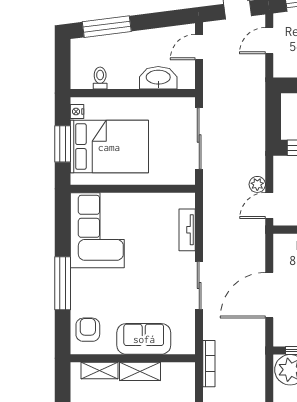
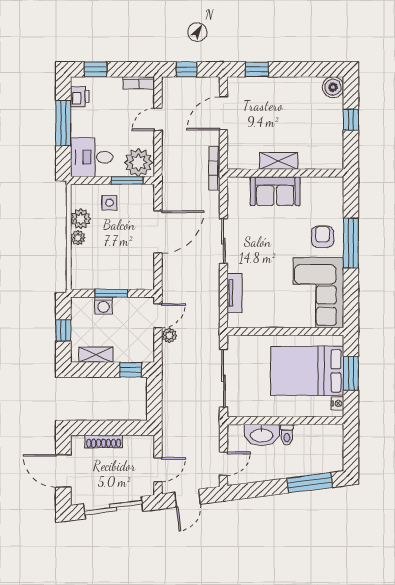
toilet: (100, 78) -> (287, 435), moved
armchair: (88, 330) -> (323, 237), moved, turned 180
shelving: (100, 371) -> (316, 162), removed

